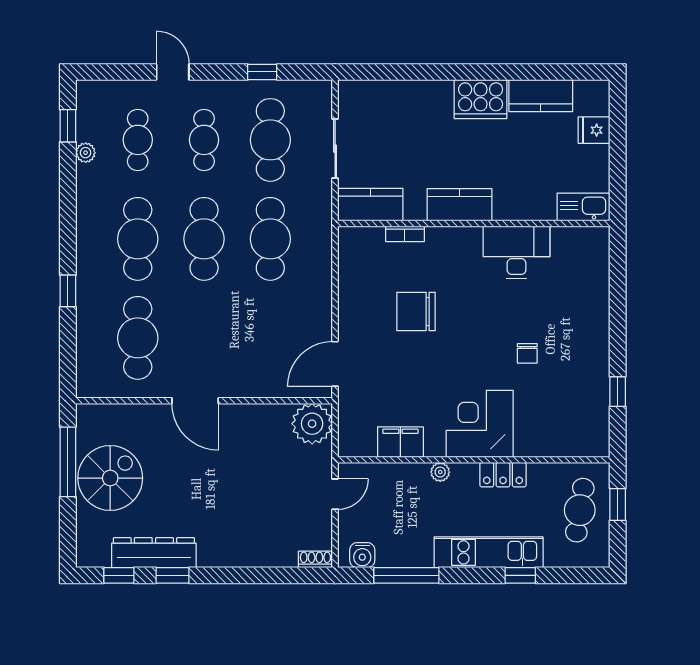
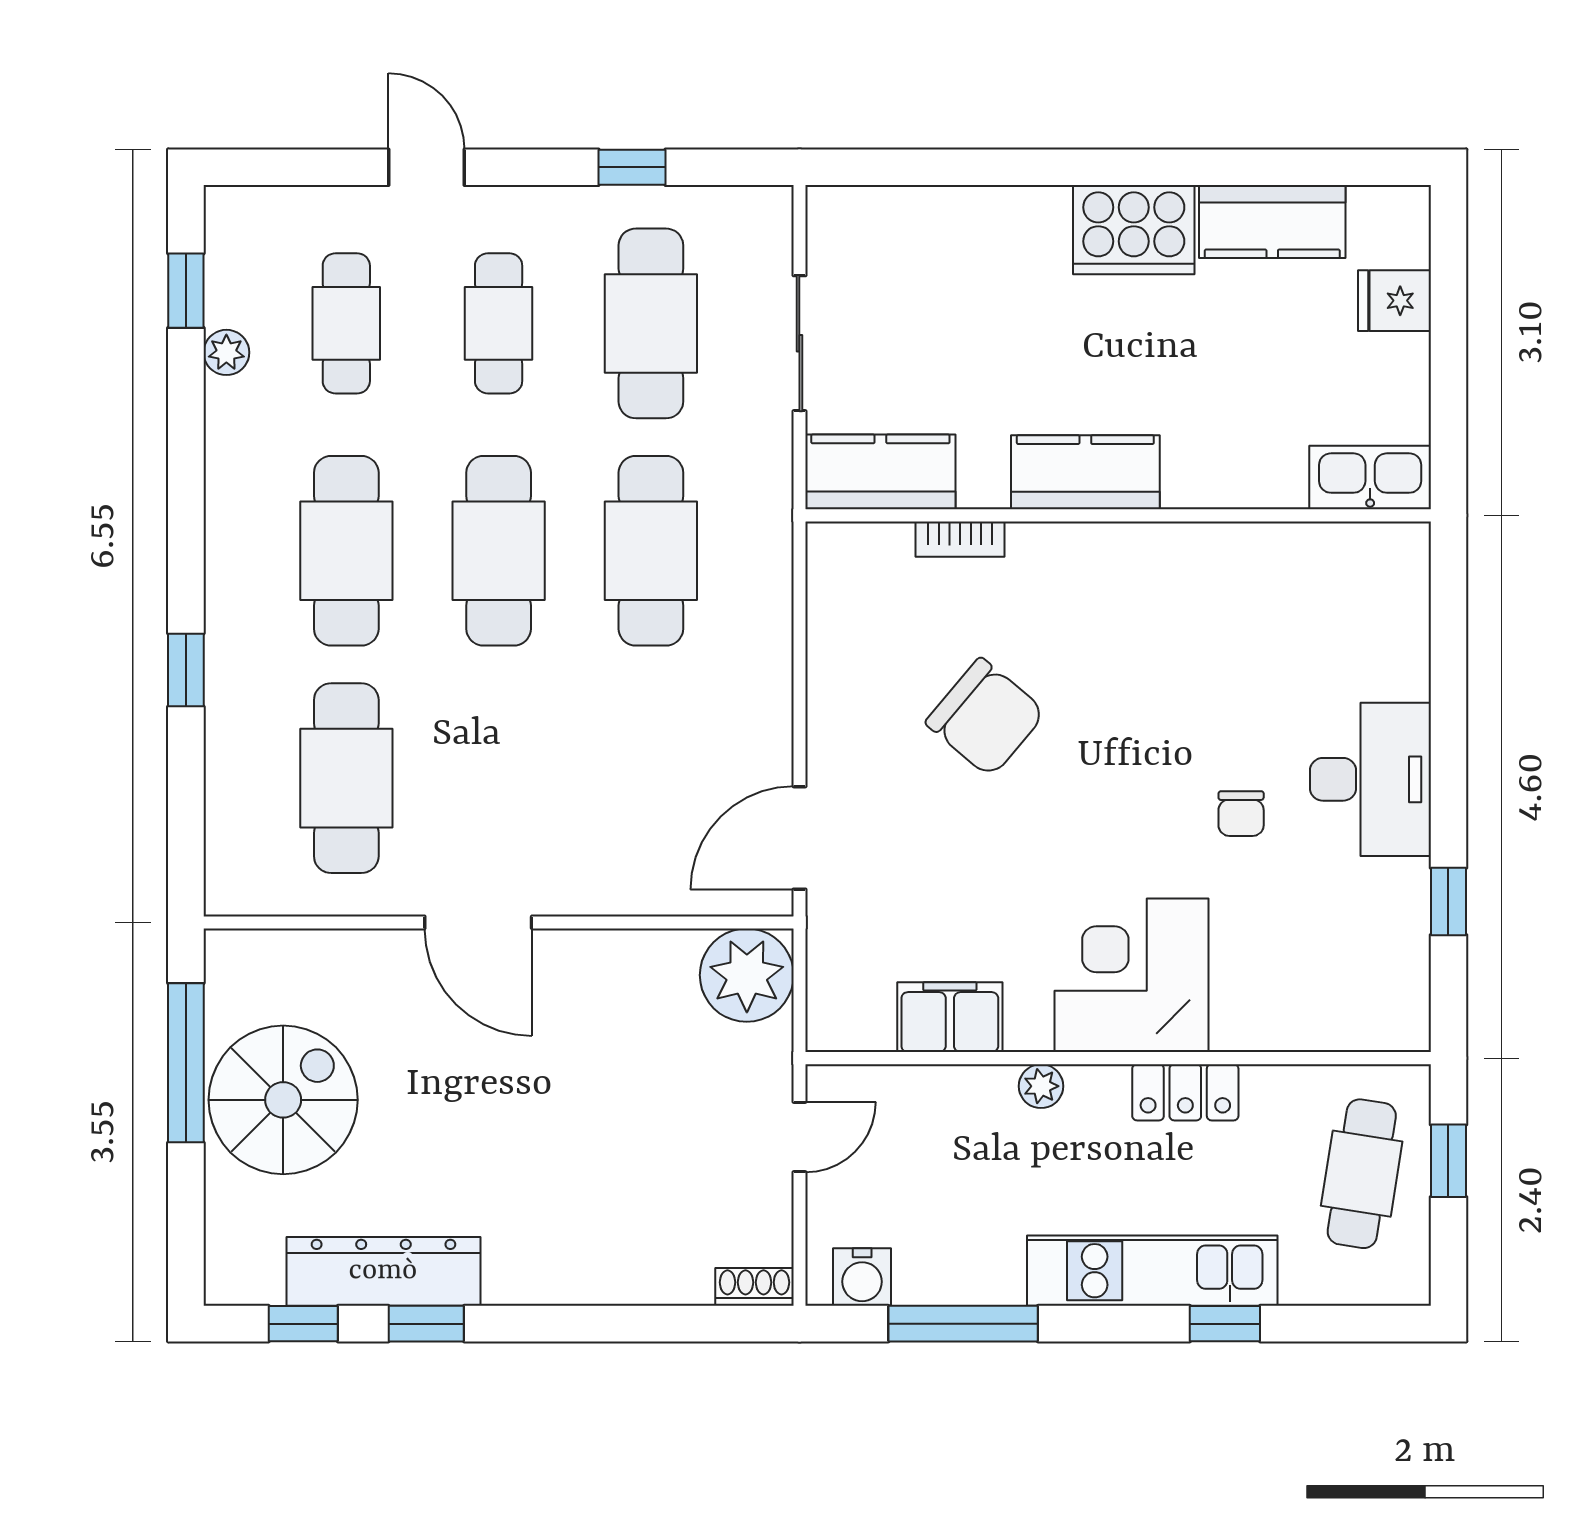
desk: (517, 252) -> (1370, 779), moved, turned 90
chair: (416, 311) -> (986, 717), turned -140

